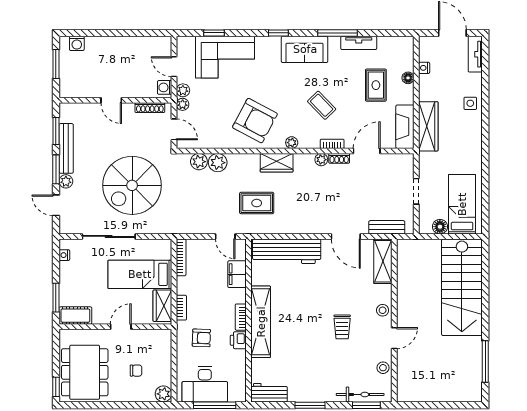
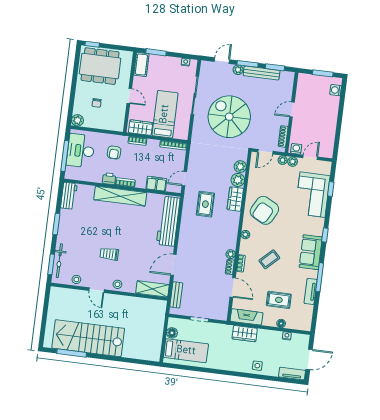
wardrobe: (428, 126) -> (245, 334), width x0.67
wardrobe: (277, 163) -> (235, 199), moved
stairs: (462, 287) -> (88, 338), moved

